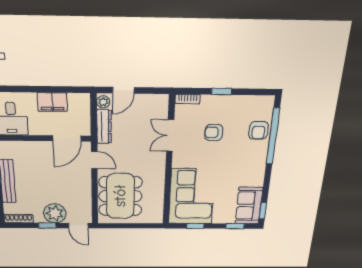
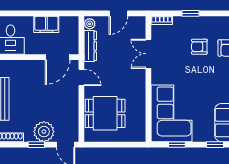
door: (123, 90) -> (118, 13), moved
armchair: (214, 133) -> (199, 47), moved
dining table: (120, 196) -> (105, 113), width x0.73

